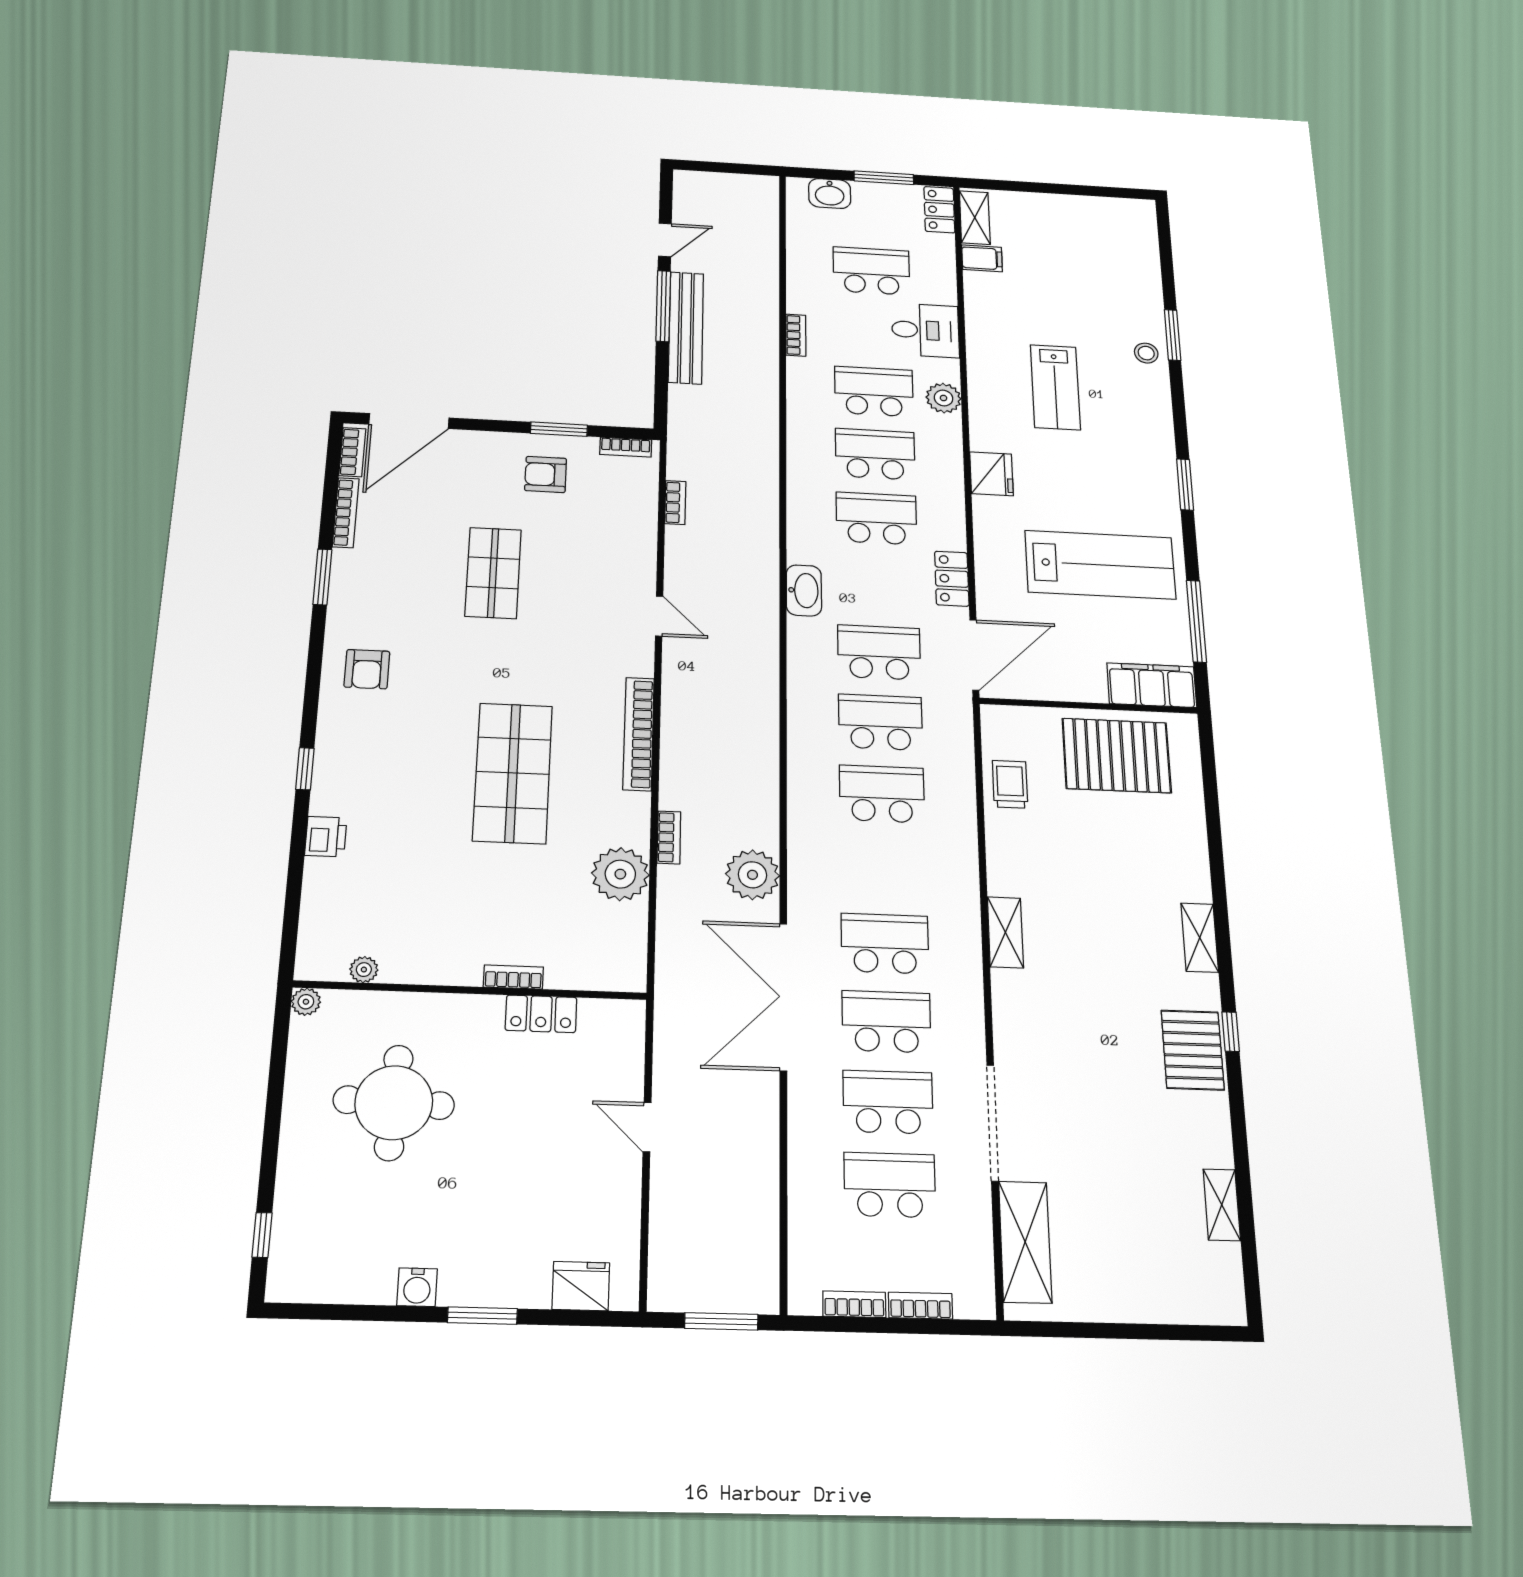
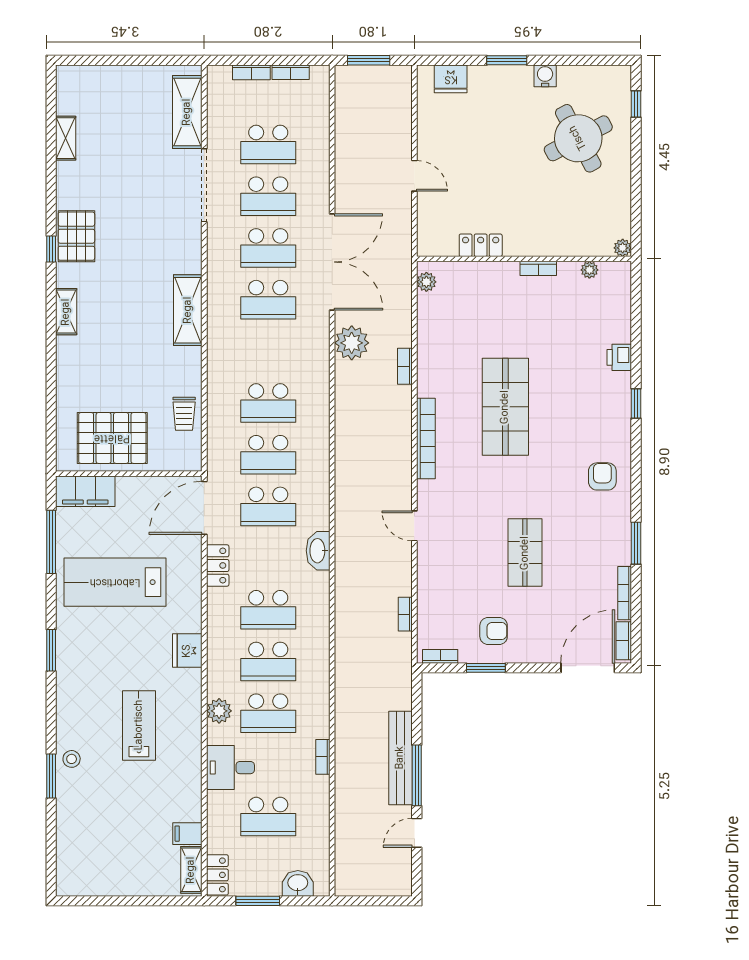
plant: (620, 874) -> (426, 282), moved, width x0.53, depth x0.53
shelving: (1005, 932) -> (188, 310), width x1.50, depth x1.33
bookcase: (513, 977) -> (538, 268), moved
round table: (394, 1103) -> (578, 138), moved, turned -30

